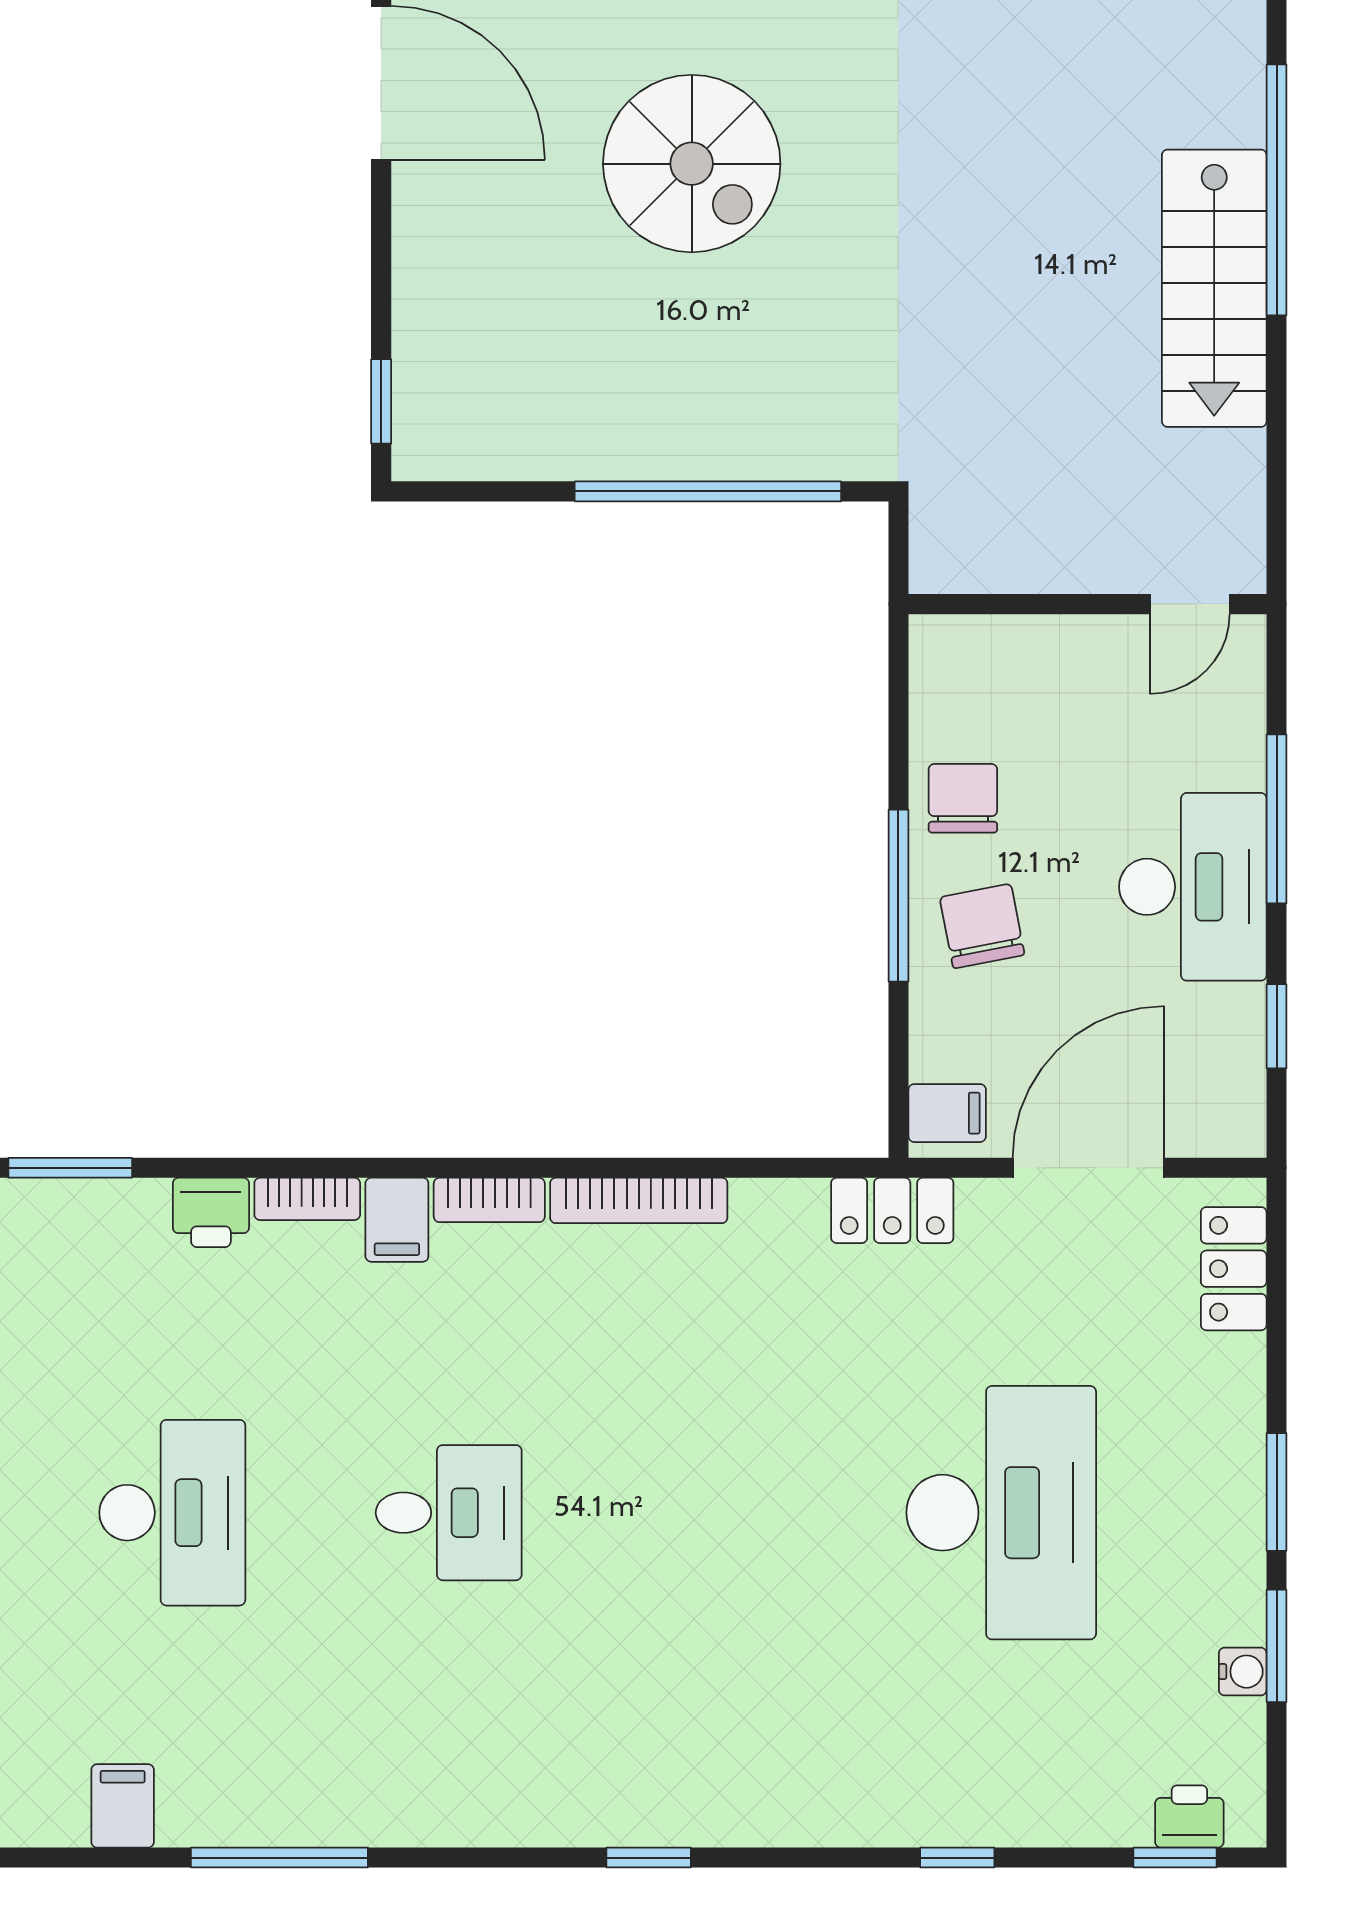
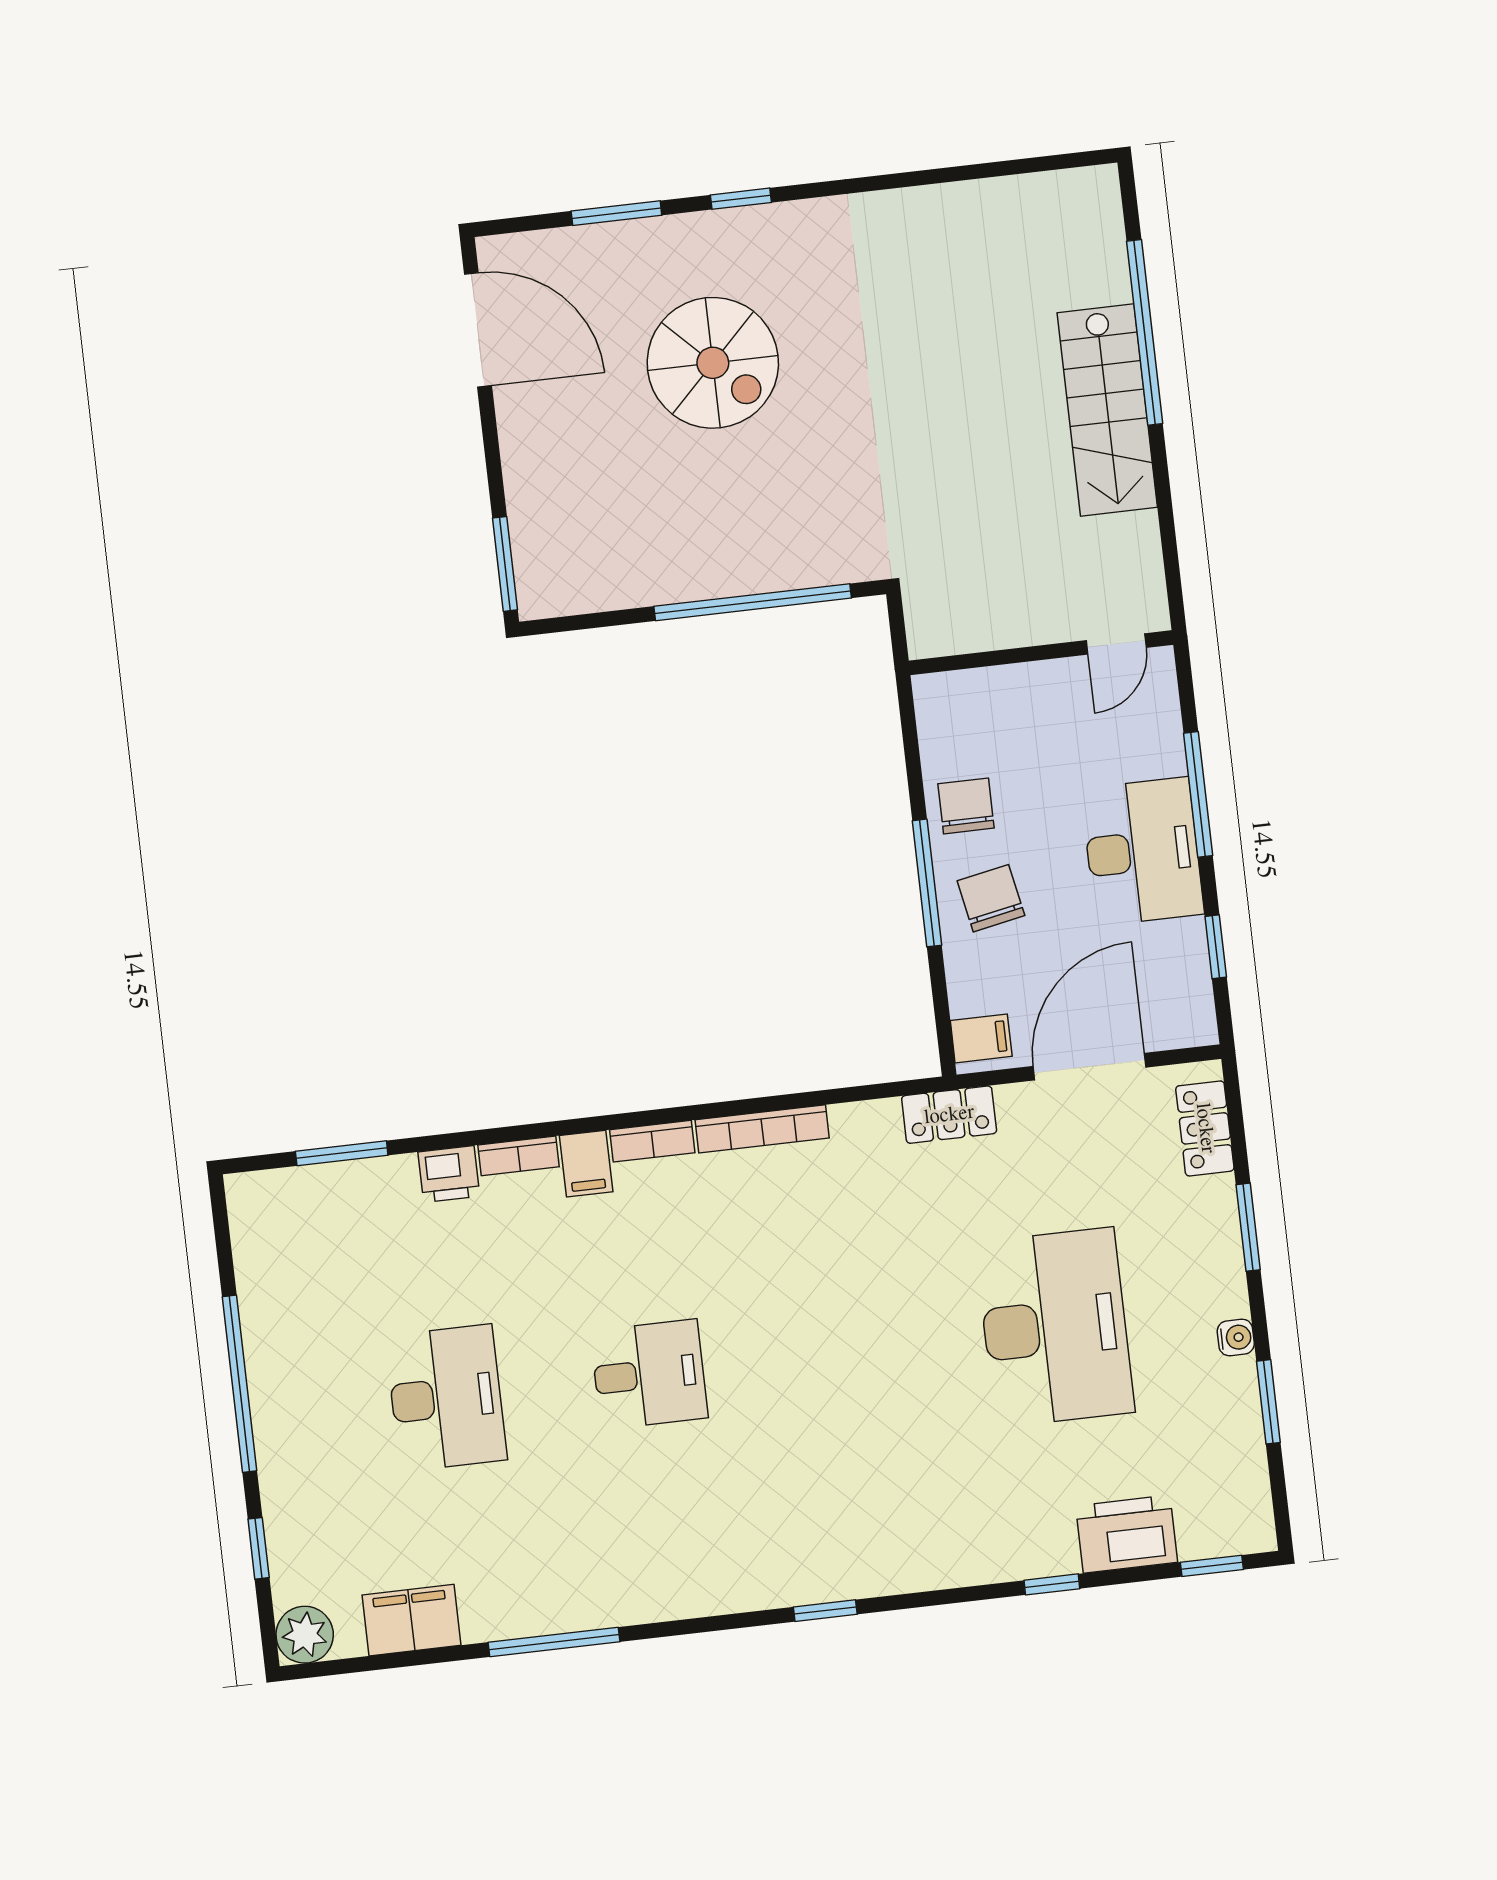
window: (381, 401) -> (505, 564), width x1.50
window: (1277, 1492) -> (1248, 1227), moved
water cooler: (1243, 1672) -> (1236, 1337), moved
filing cabinet: (123, 1806) -> (411, 1620), width x2.00
printer: (1189, 1816) -> (1127, 1534), moved, width x1.87, depth x1.48

